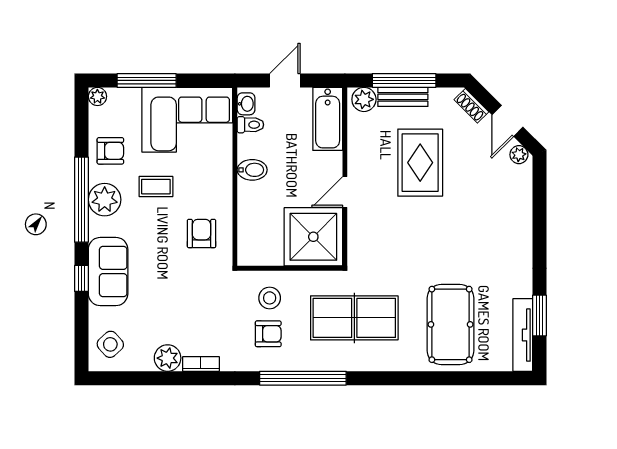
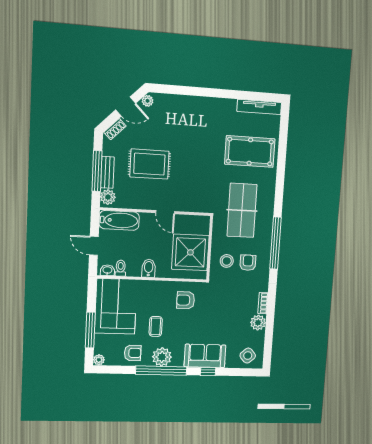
armchair: (110, 151) -> (133, 353), turned 90
shower: (313, 237) -> (190, 252), moved
window: (539, 316) -> (248, 96), removed

